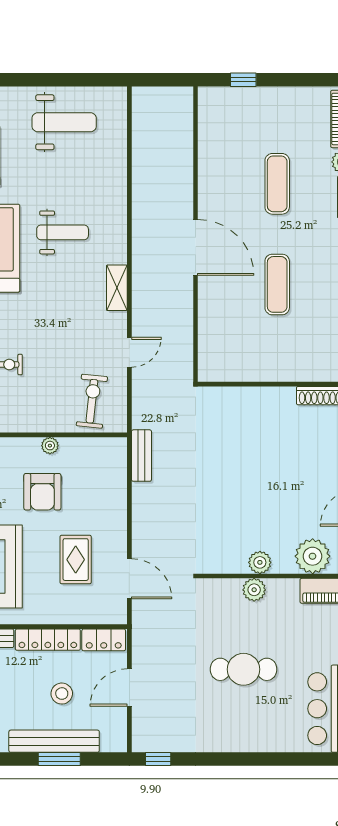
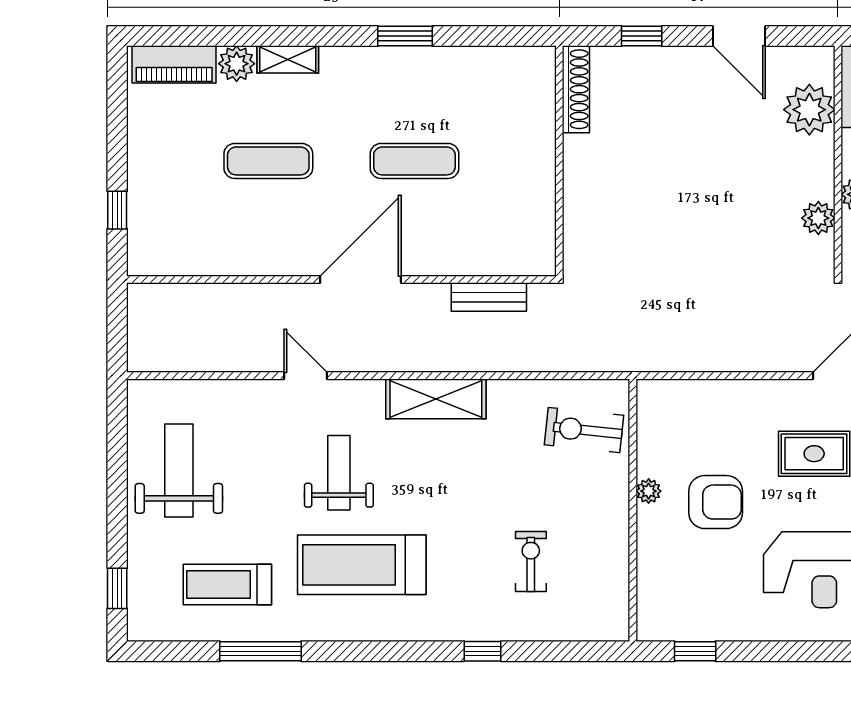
shelving: (117, 288) -> (436, 399), width x1.50, depth x1.33
door: (129, 352) -> (306, 376), moved
bench: (141, 456) -> (489, 297), moved
plant: (260, 562) -> (818, 218), moved

